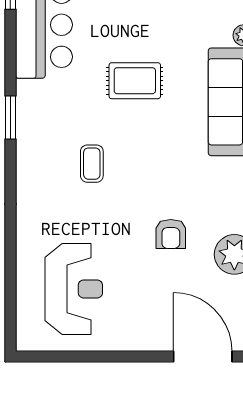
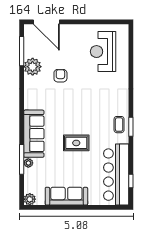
coffee table: (92, 164) -> (119, 125), moved

